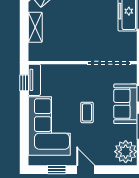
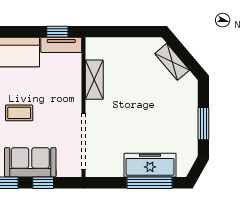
shelving: (35, 27) -> (94, 80), moved, turned 90

